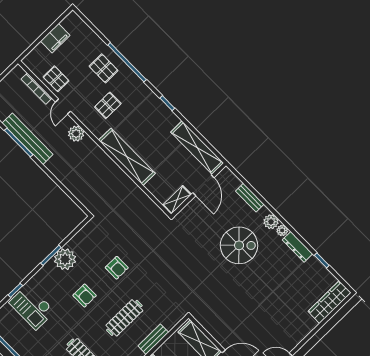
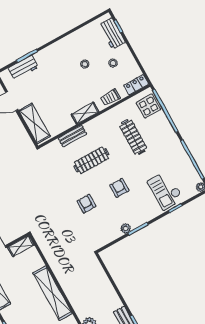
plant: (65, 259) -> (125, 228), width x0.53, depth x0.53
checkout: (32, 307) -> (165, 190), turned 180

